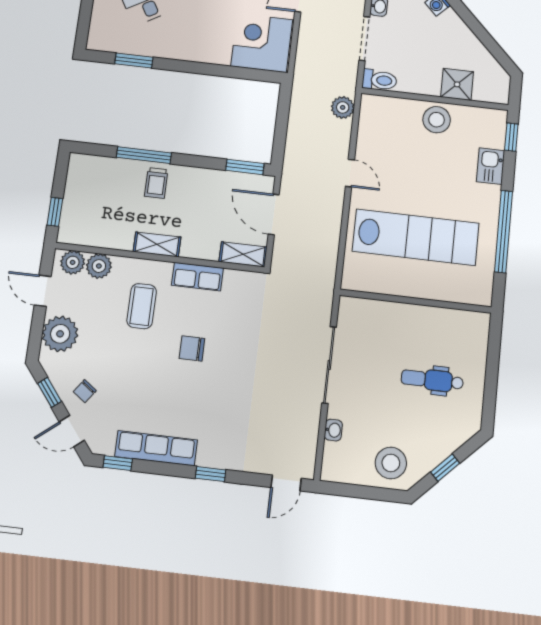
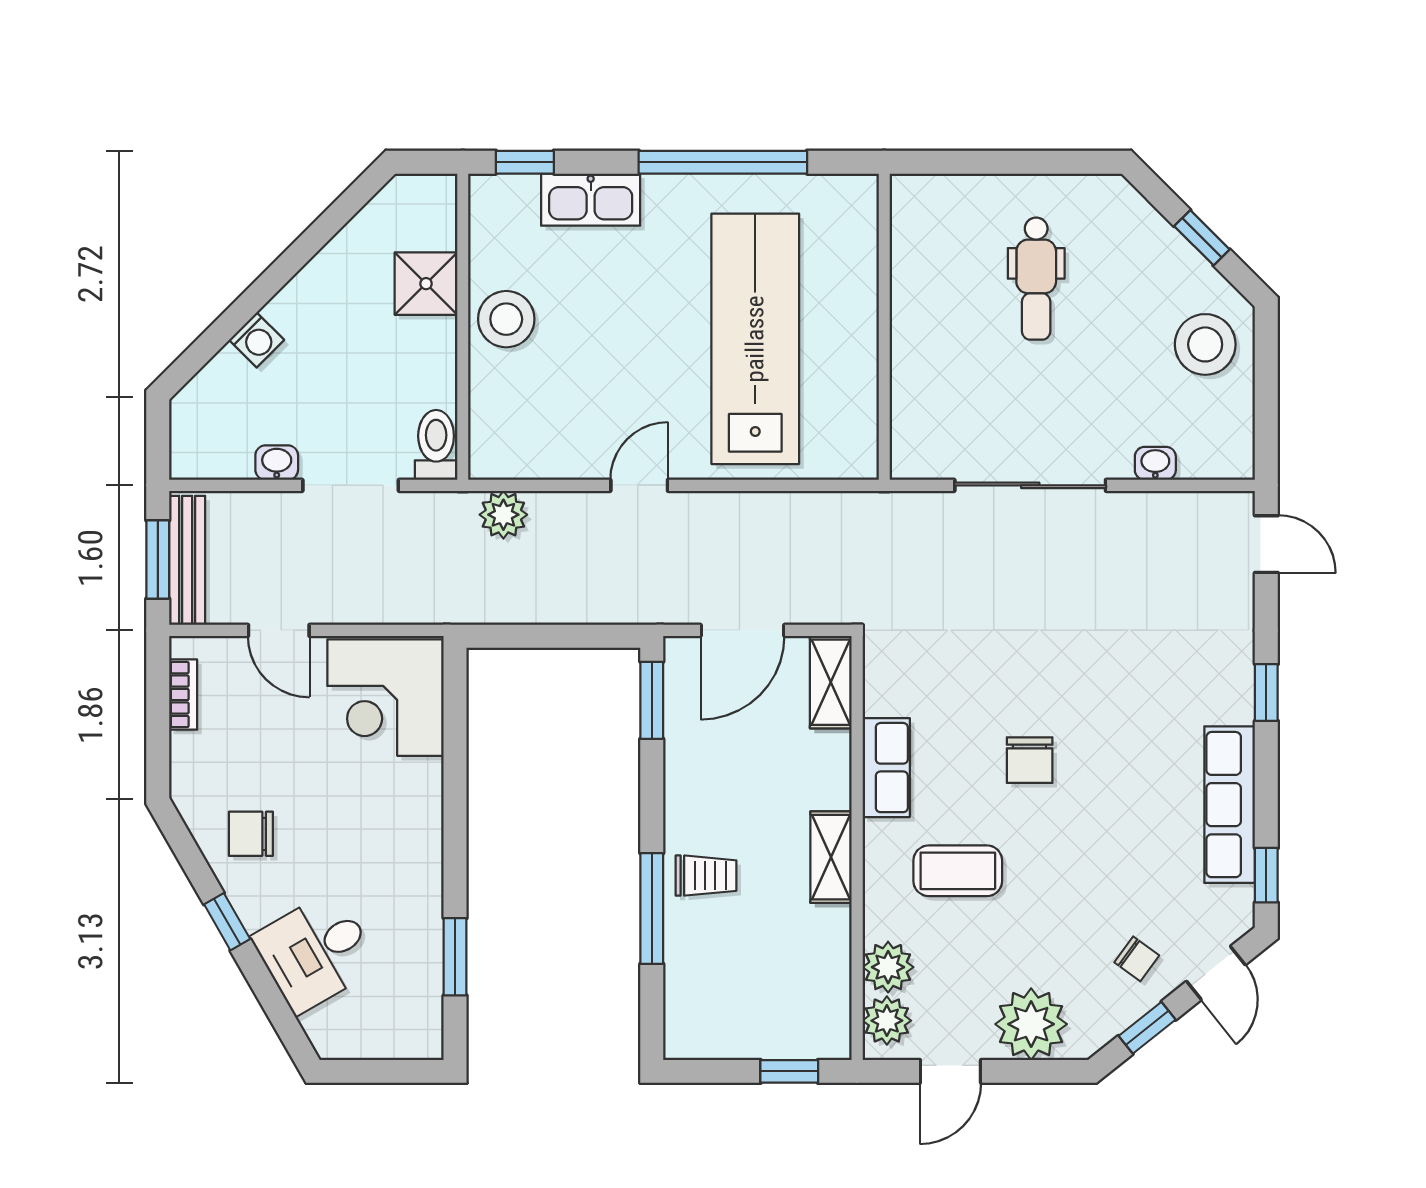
kitchen sink: (491, 166) -> (591, 200), width x1.38

